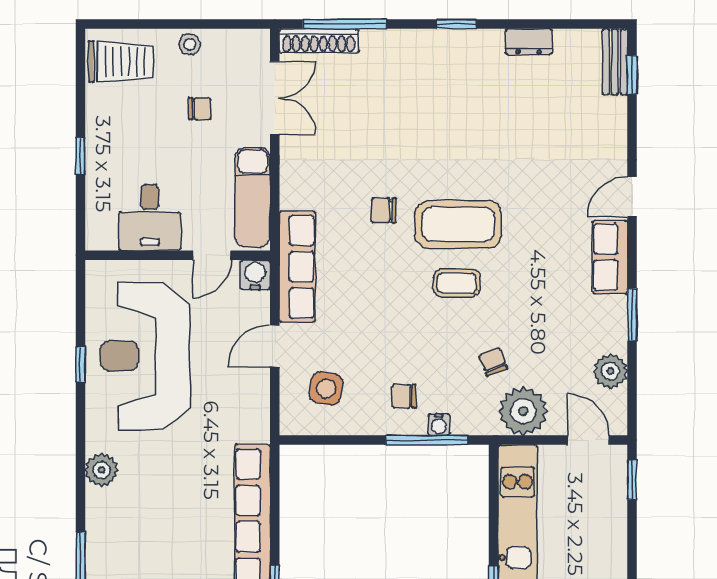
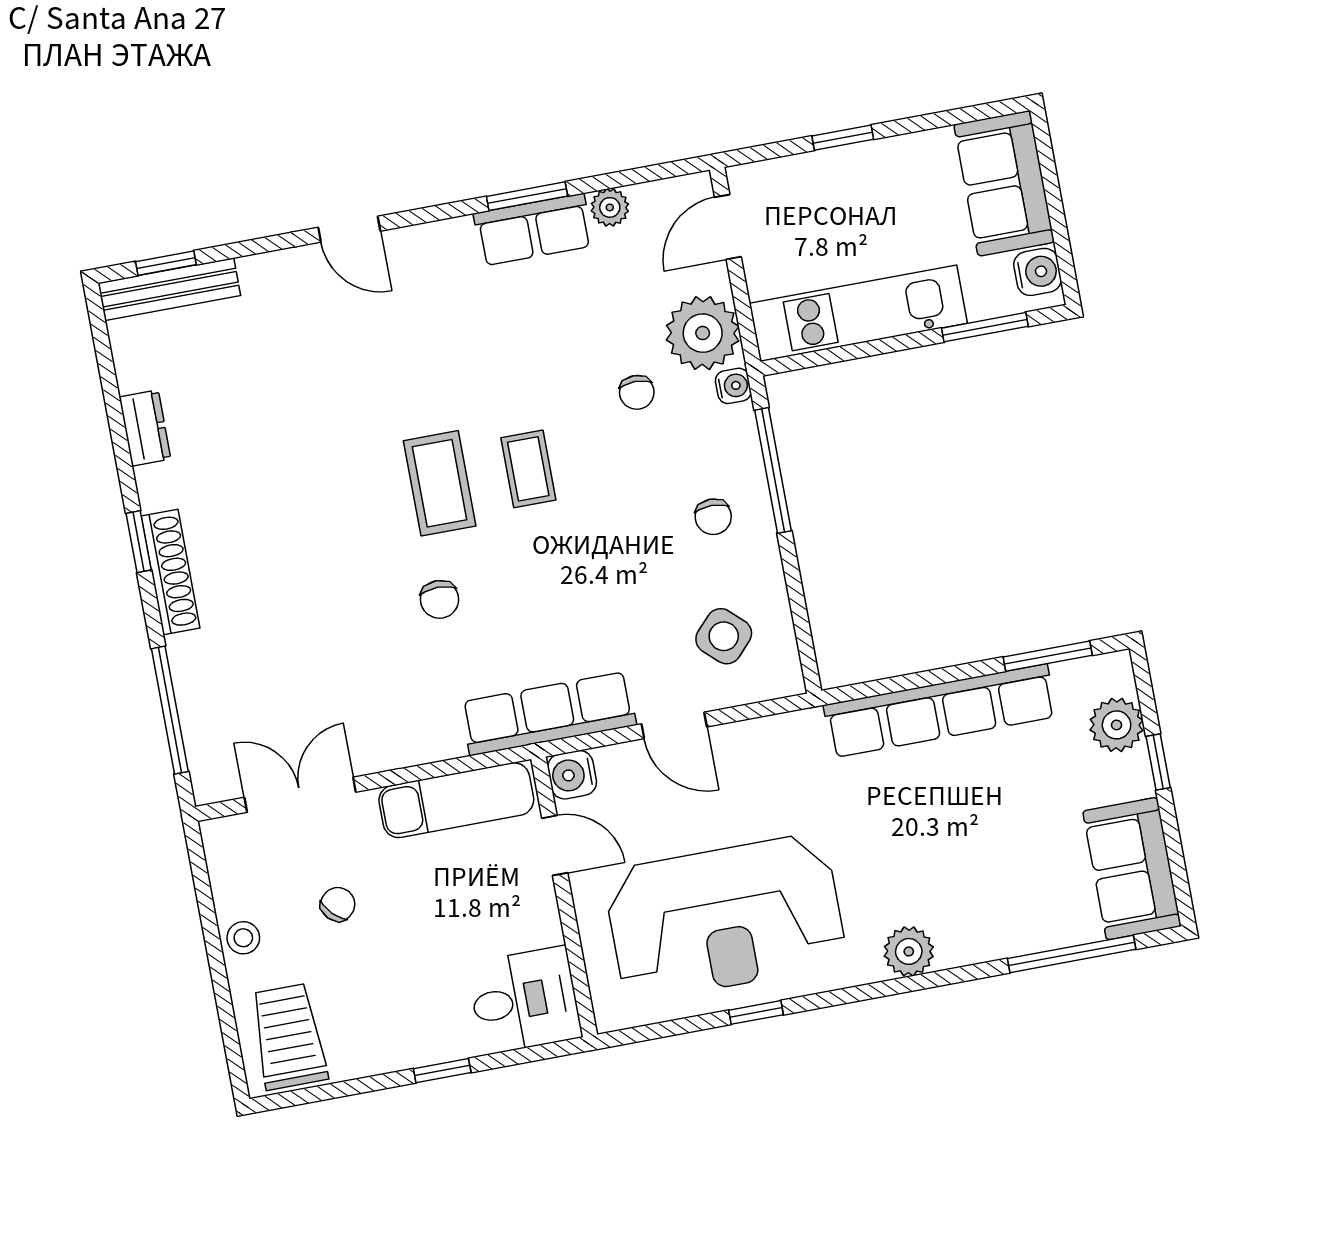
shoe rack: (319, 41) -> (170, 572), moved
bench: (615, 62) -> (170, 289), width x1.36
chair: (200, 109) -> (338, 904), turned 46
desk: (150, 217) -> (524, 1000), moved
coffee table: (458, 224) -> (440, 483), width x0.73, depth x0.76
row of seats: (610, 257) -> (533, 230), moved
chair: (493, 362) -> (637, 392), turned -69
plant: (610, 371) -> (610, 207), width x0.73, depth x0.73
side table: (326, 389) -> (724, 636), turned 33
water cooler: (439, 425) -> (733, 386), moved
window: (632, 480) -> (843, 138), moved

